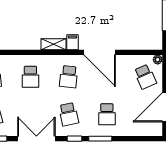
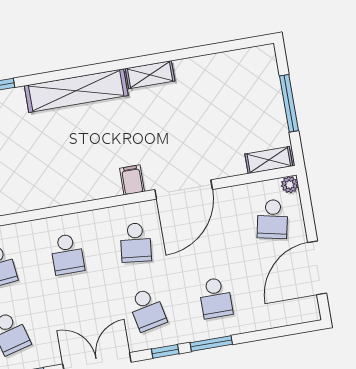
shelving: (53, 44) -> (269, 160), moved
door: (100, 52) -> (184, 189), hinge flipped
school desk: (145, 77) -> (273, 219), turned 36

